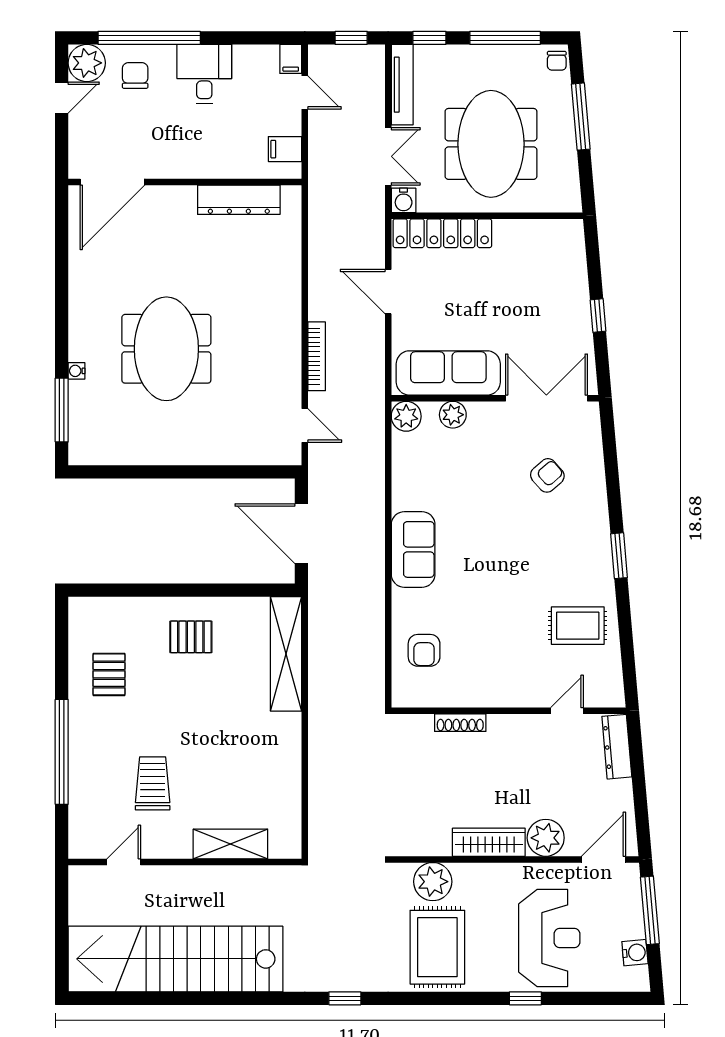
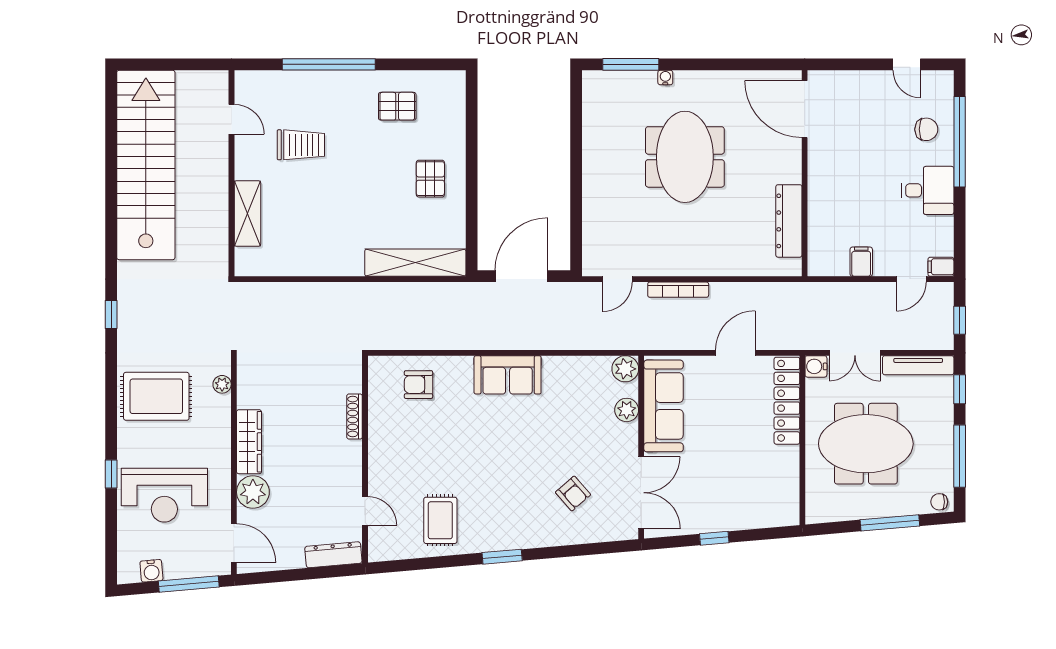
plant: (87, 63) -> (937, 87), removed
door: (112, 182) -> (805, 109), moved
wall: (185, 182) -> (805, 173), moved
dresser: (239, 200) -> (789, 221), moved
meeting table: (166, 349) -> (685, 157), turned 90
plant: (433, 882) -> (222, 384), width x0.53, depth x0.53

